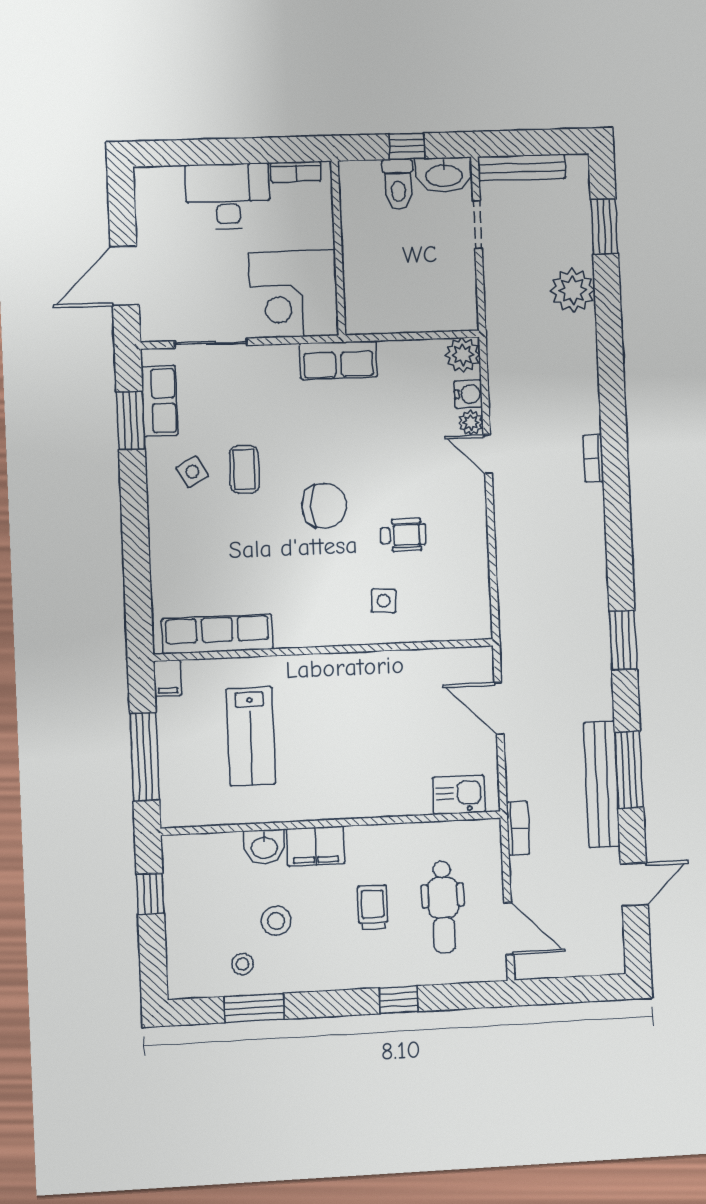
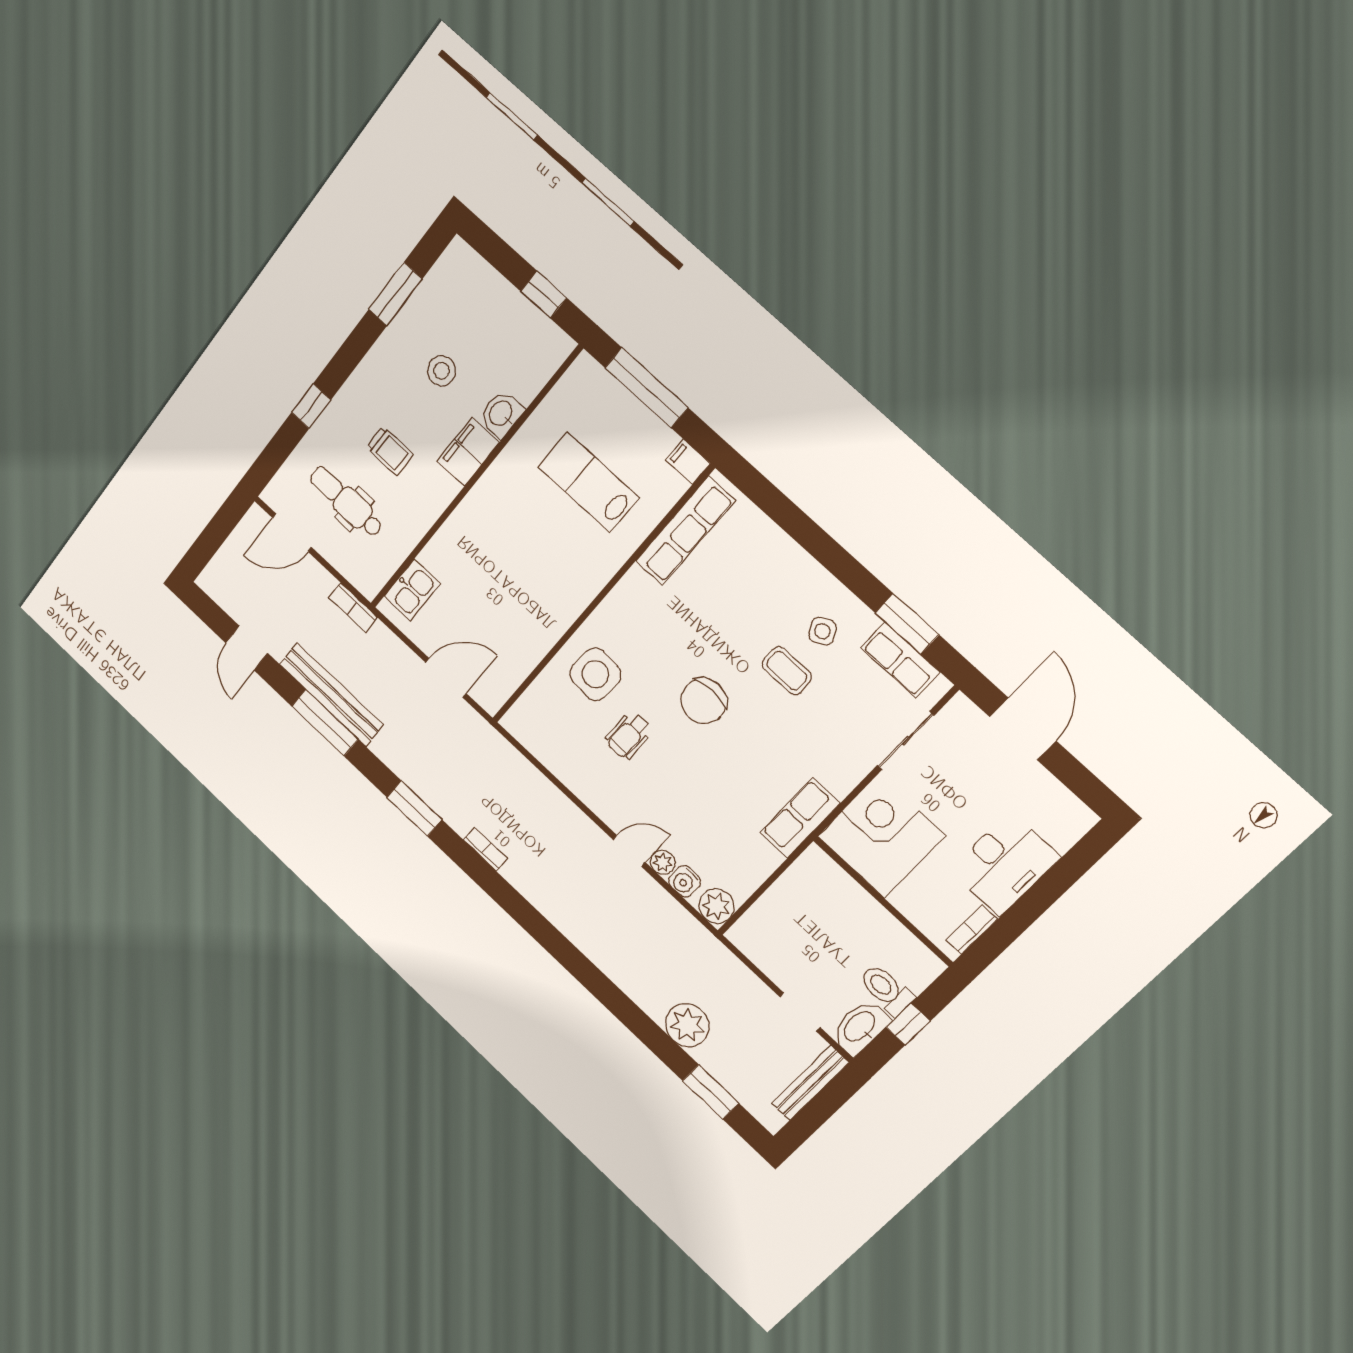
bookcase: (593, 458) -> (485, 849), moved
side table: (384, 601) -> (595, 674), width x1.87, depth x1.87
stool: (242, 964) -> (433, 316), removed

